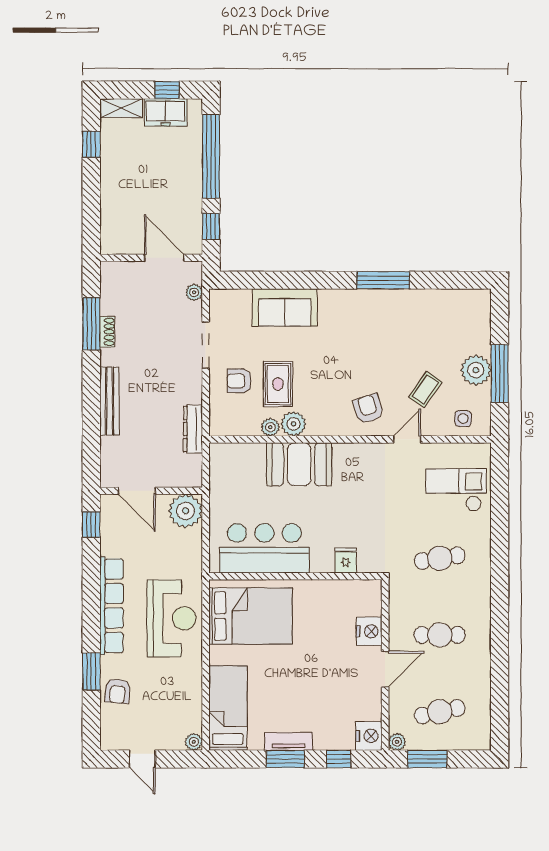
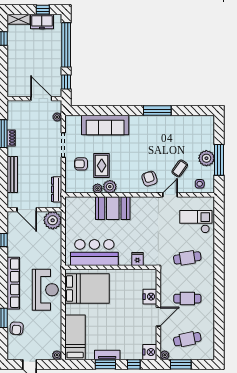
sofa: (285, 308) -> (105, 125), width x1.36
door: (137, 491) -> (27, 210), moved
wall: (151, 491) -> (34, 210), moved
plant: (186, 511) -> (53, 220), moved

